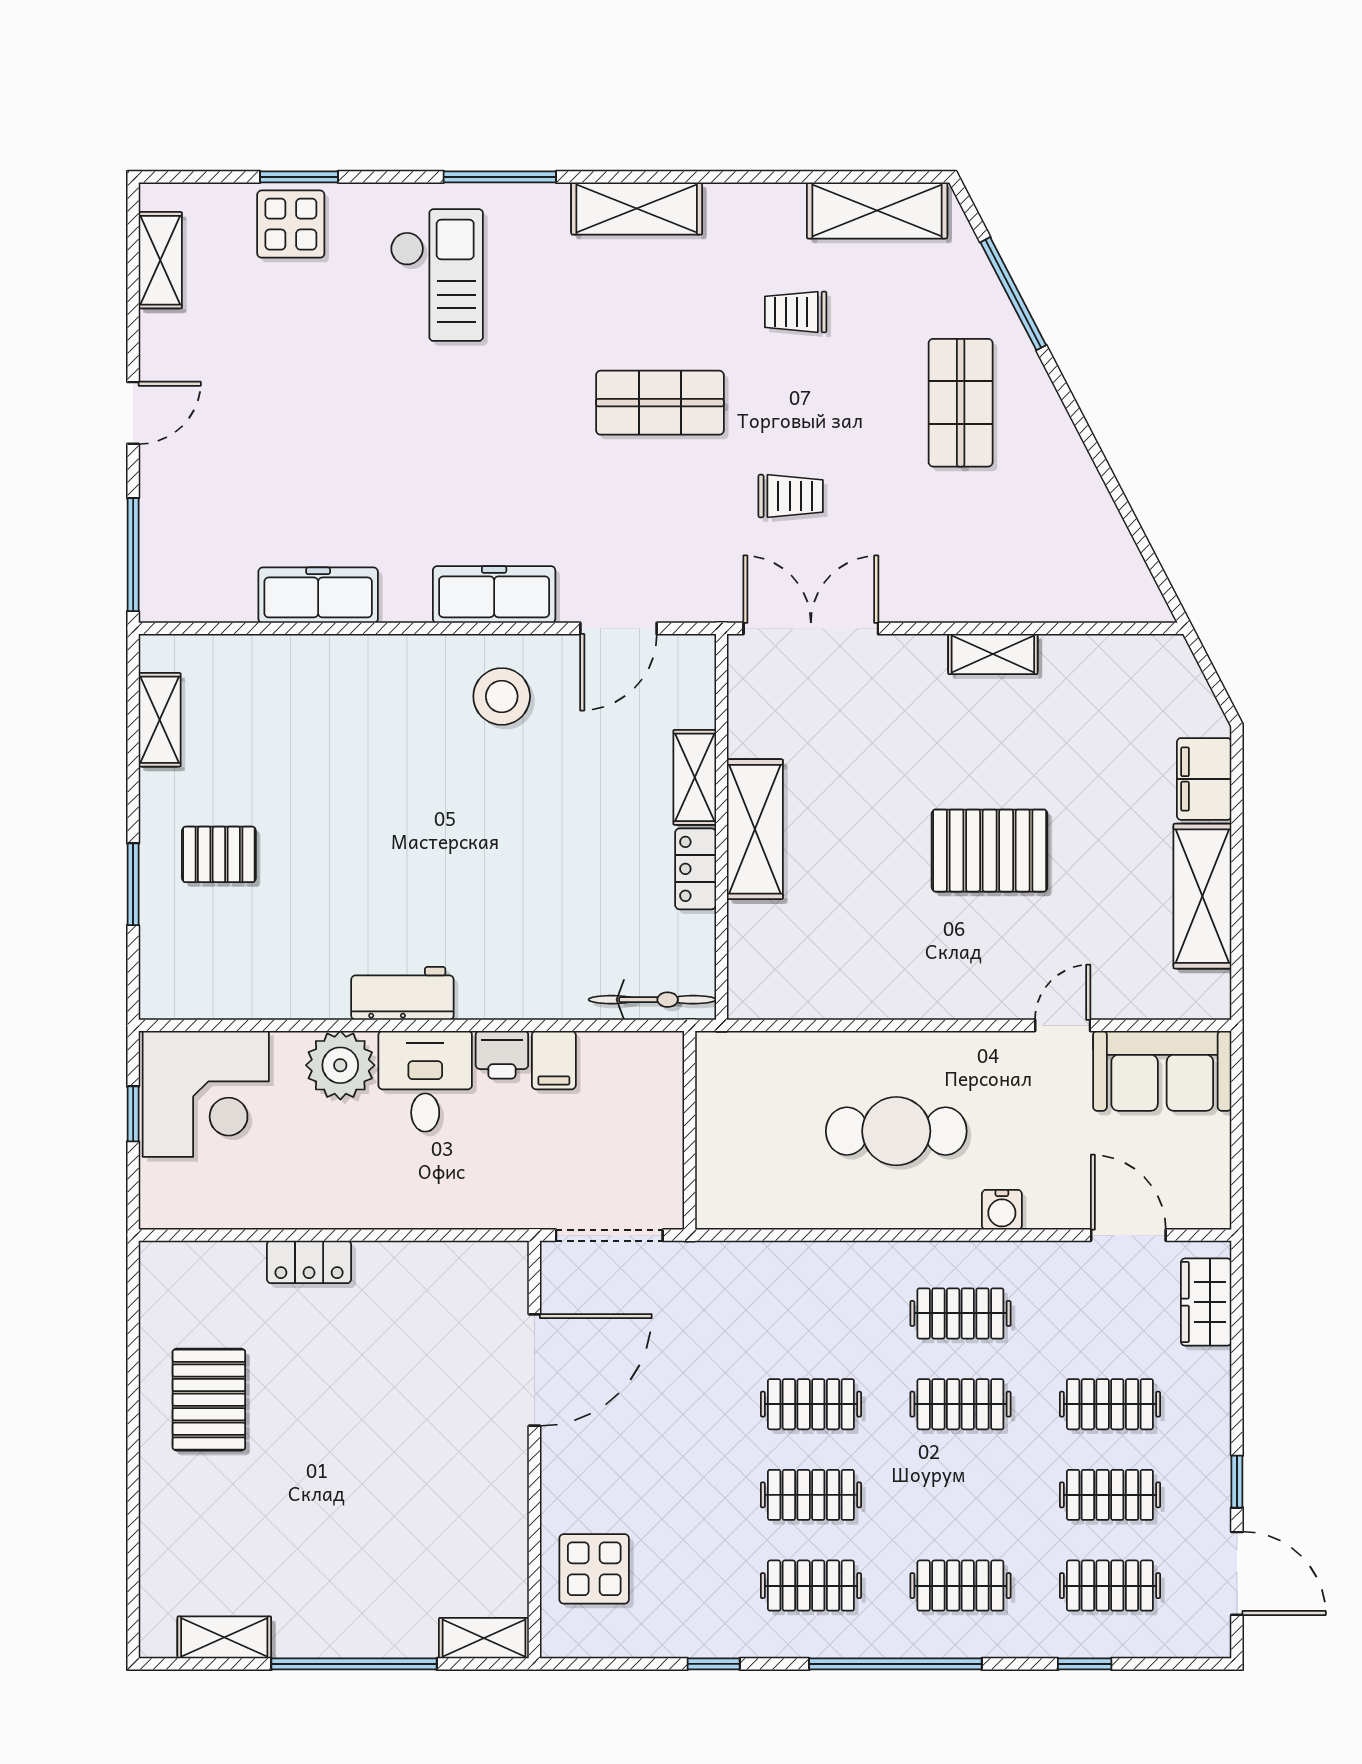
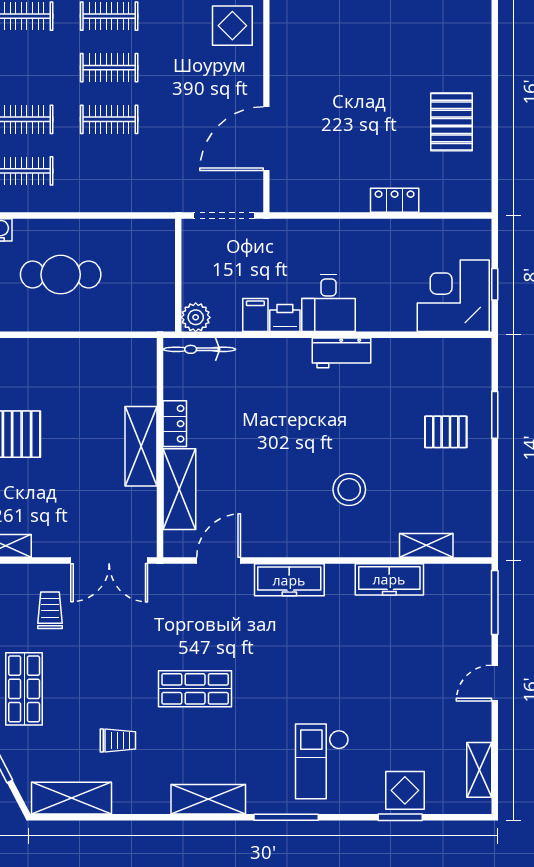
trolley: (791, 496) -> (50, 610), moved, turned 90
stool: (502, 696) -> (349, 489), moved
shelving: (160, 720) -> (426, 545), moved, turned 90
shelving: (695, 777) -> (179, 489), width x1.50, depth x1.33
plant: (340, 1065) -> (196, 317), moved, width x0.73, depth x0.73

